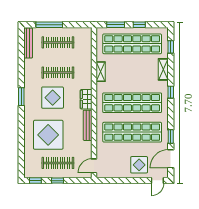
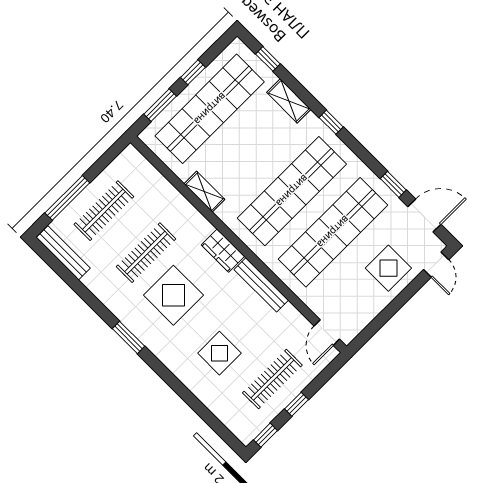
display table: (48, 135) -> (219, 353), width x0.54, depth x0.54
door: (171, 159) -> (424, 215), swing flipped

